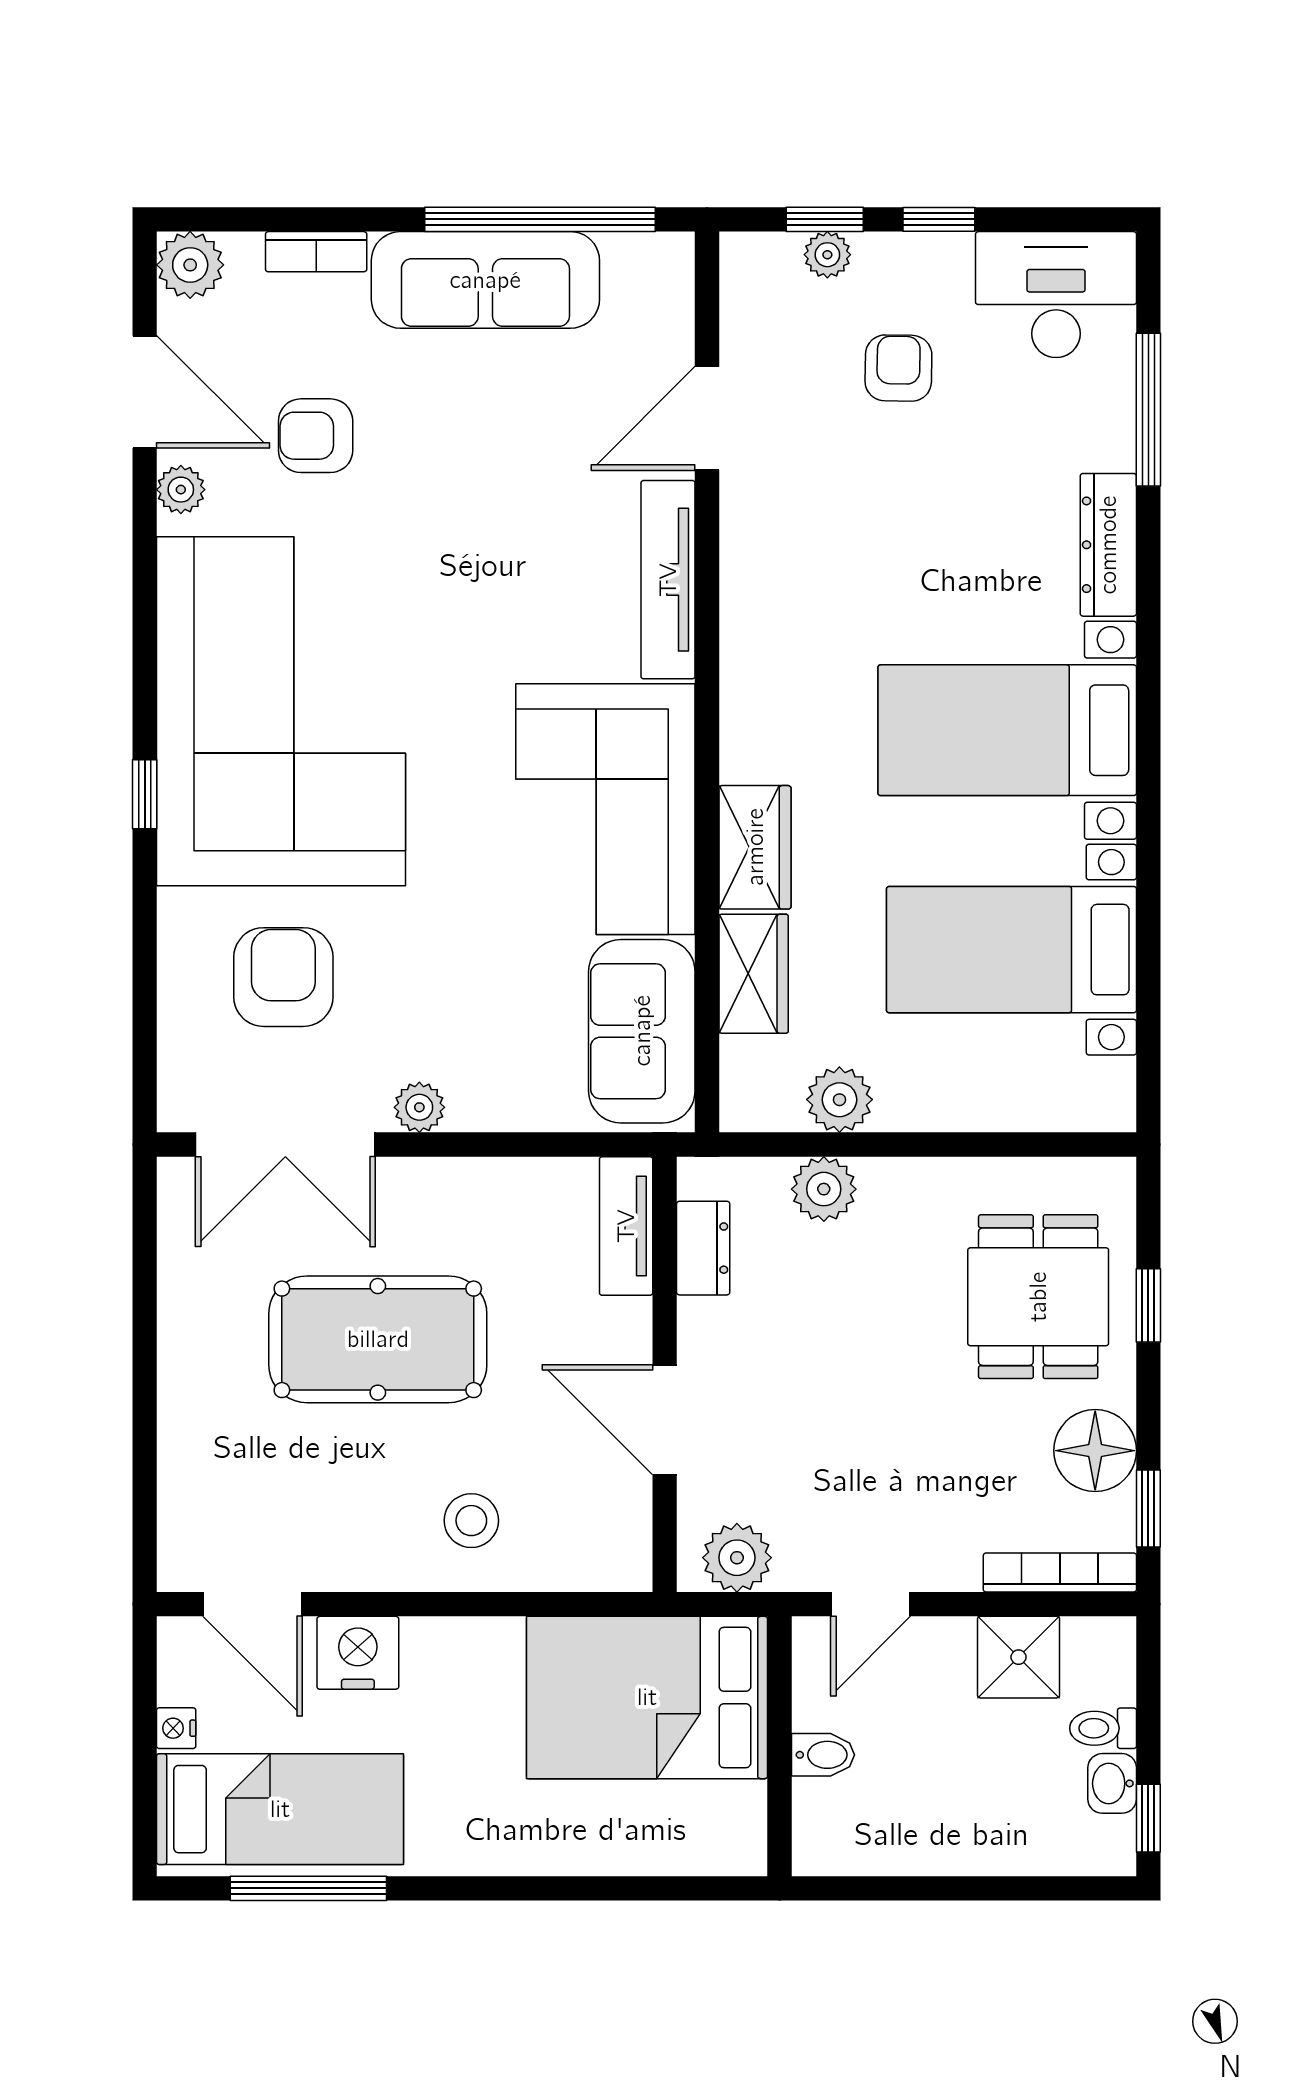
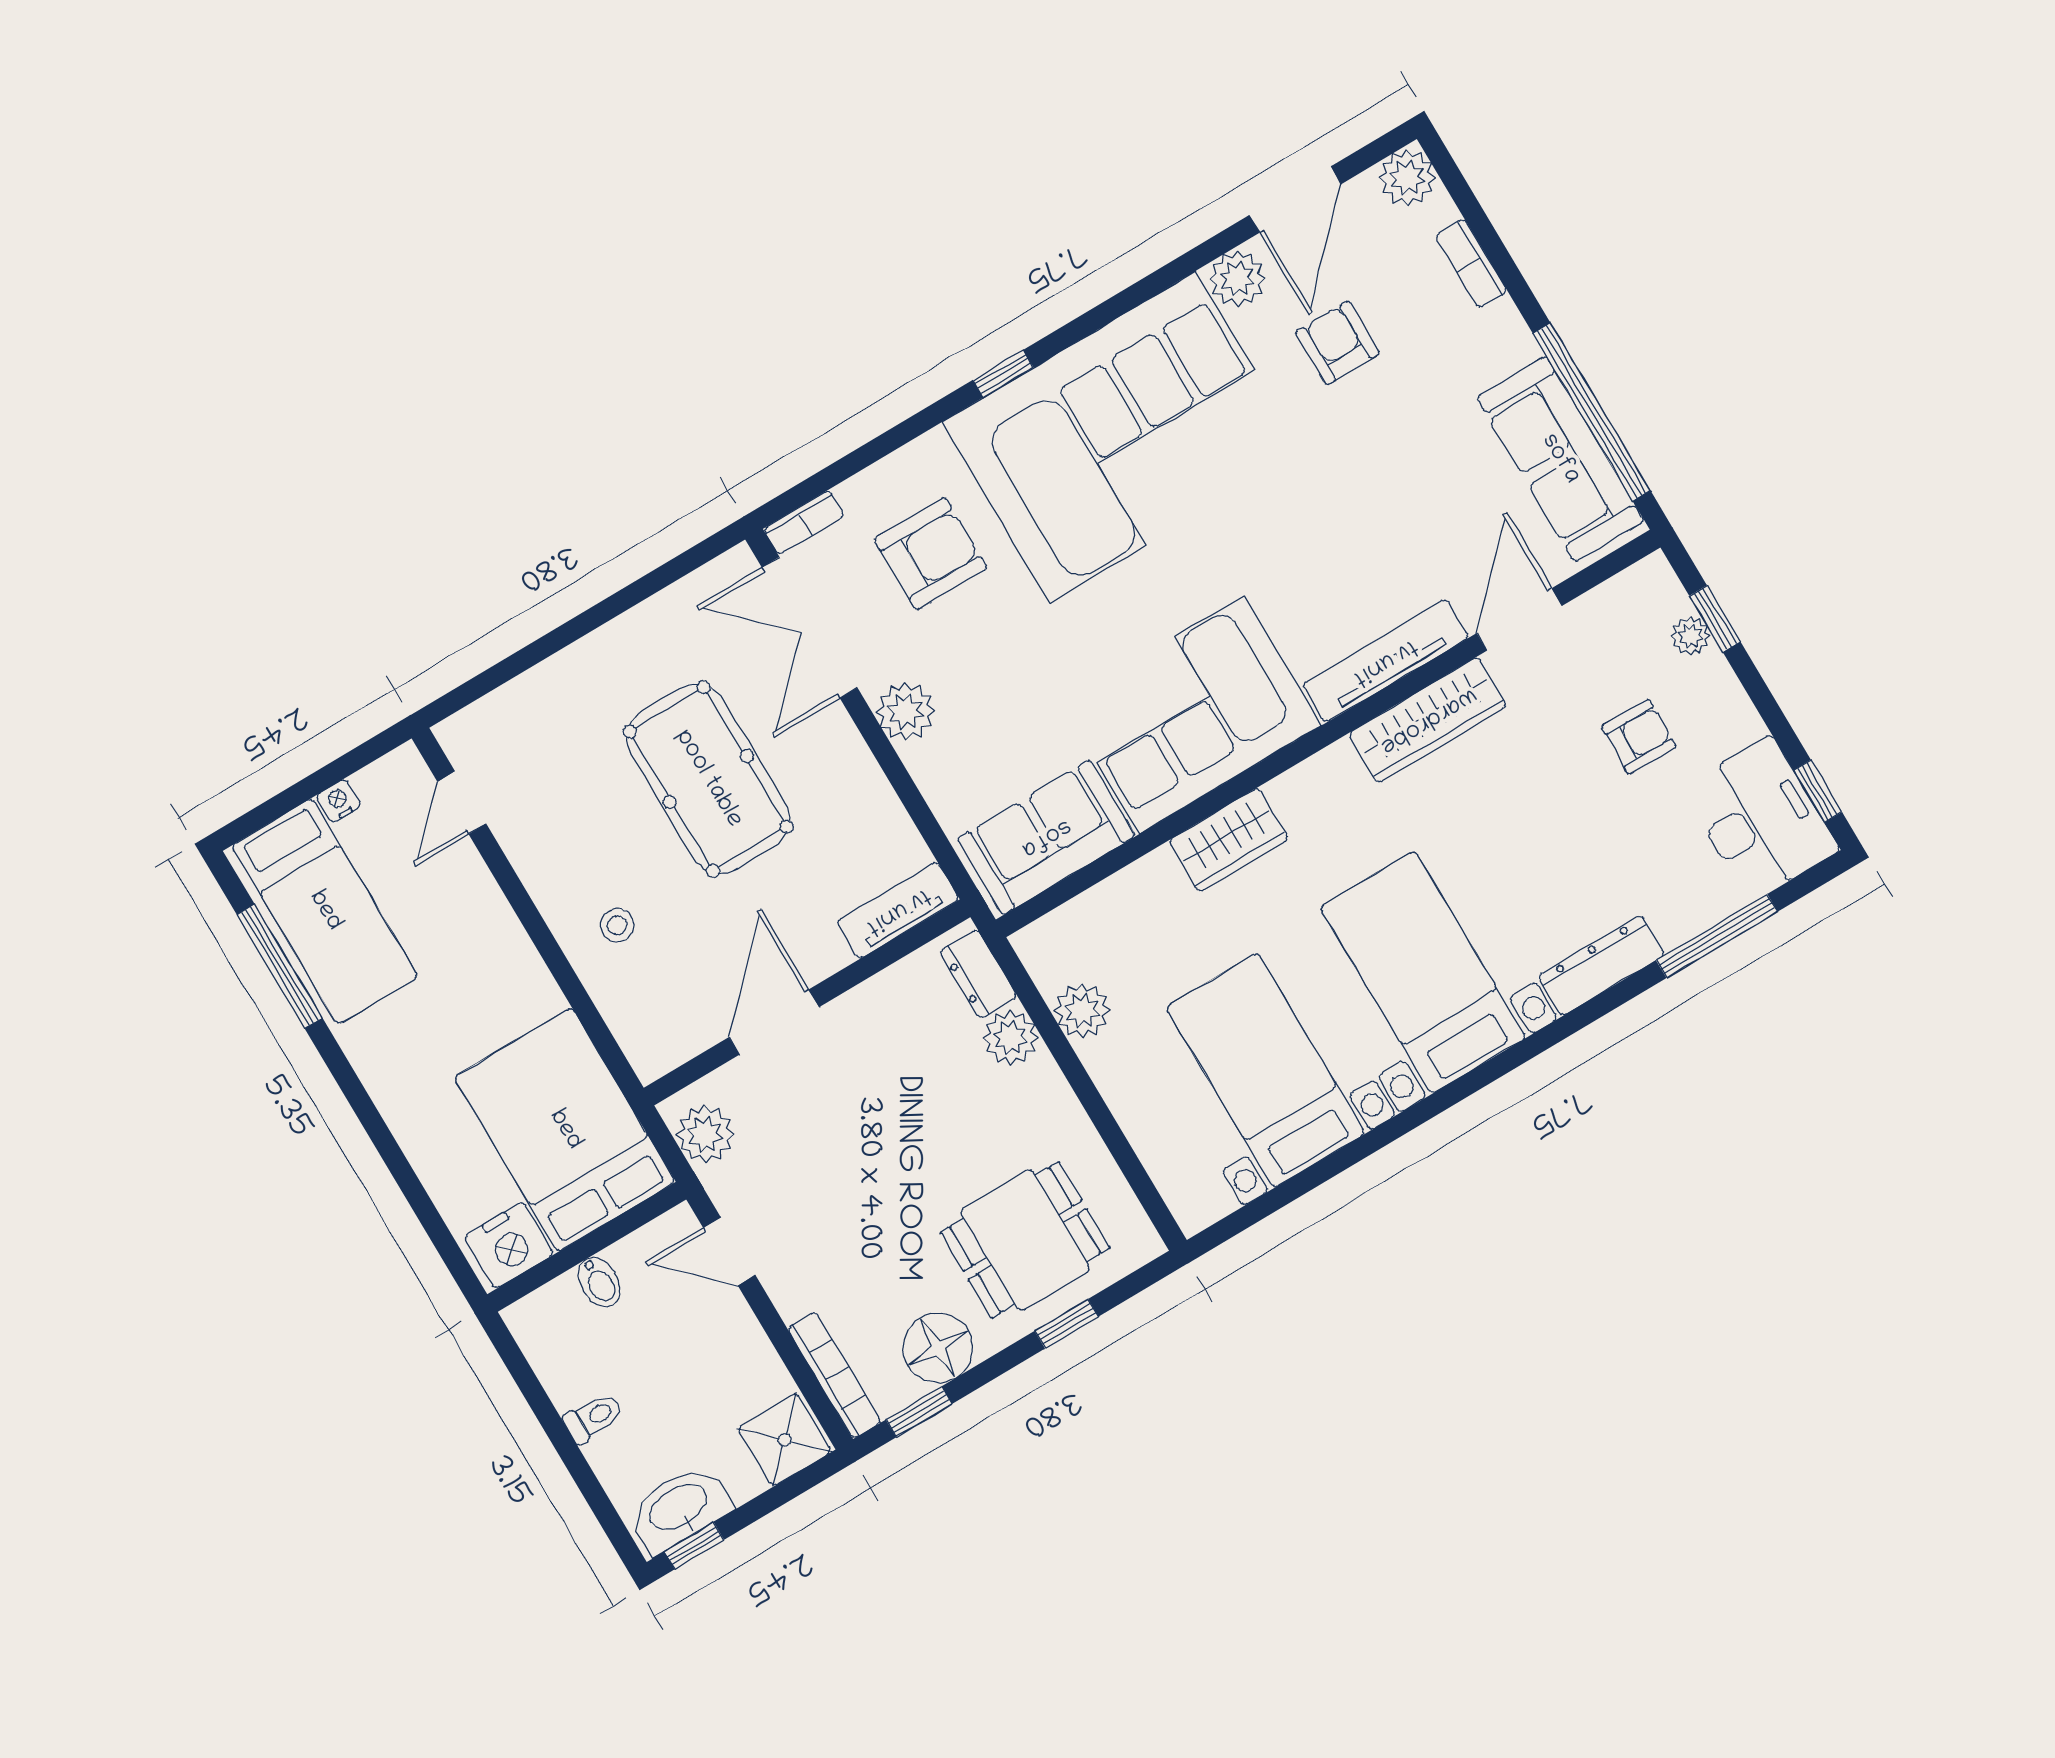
window: (939, 219) -> (1818, 791), moved
sofa: (485, 280) -> (1560, 459), moved
door: (707, 418) -> (1519, 619), hinge flipped
plant: (181, 490) -> (1237, 279), width x1.38, depth x1.38
wardrobe: (754, 974) -> (1428, 720), moved, width x1.50
bookcase: (175, 1087) -> (804, 522), added
plant: (419, 1107) -> (906, 711), width x1.38, depth x1.38
dresser: (703, 1248) -> (978, 974), moved, turned 90
stool: (471, 1521) -> (617, 925), width x0.73, depth x0.73
door: (252, 1604) -> (462, 803), width x0.73
nightstand: (358, 1653) -> (509, 1245), moved, turned 90
shower: (1019, 1657) -> (785, 1440), moved
toilet: (1103, 1728) -> (593, 1418), moved, turned 90
washbasin: (1112, 1783) -> (679, 1508), width x1.91, depth x1.45

